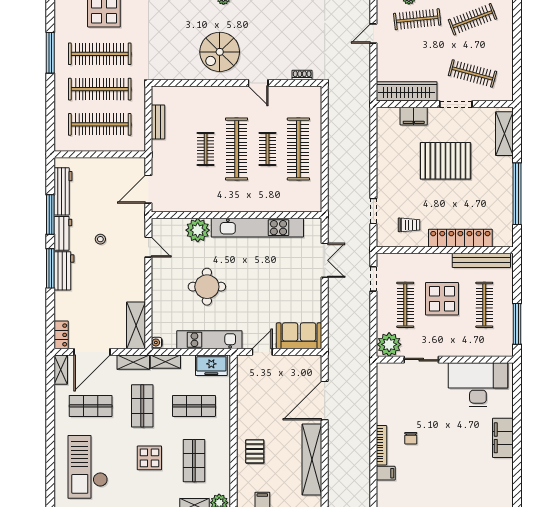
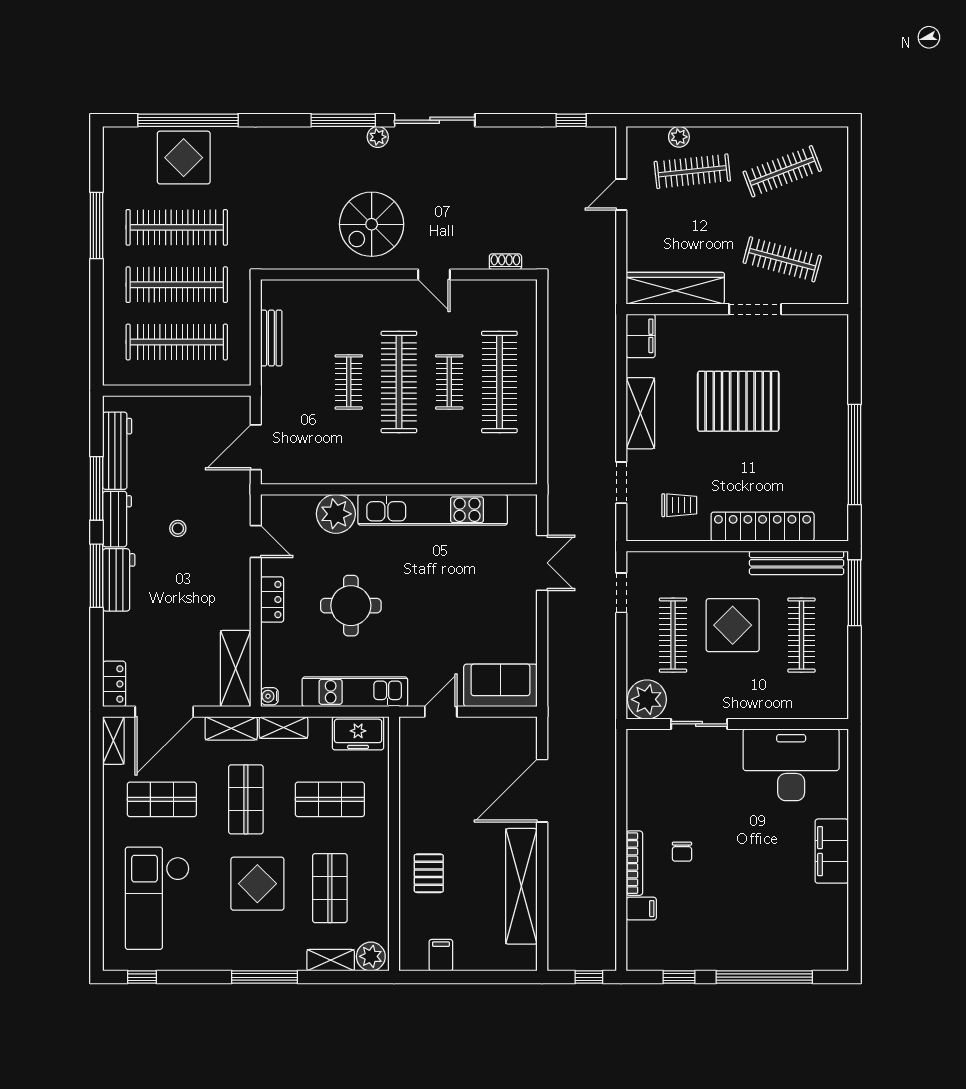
filing cabinet: (414, 116) -> (641, 336), moved, turned -90
shelving: (504, 134) -> (640, 413), moved
locker: (158, 283) -> (272, 600), added
window: (517, 324) -> (855, 593), moved
display table: (149, 458) -> (257, 884), width x1.36, depth x1.36

